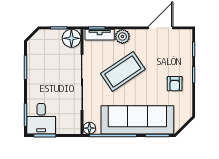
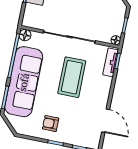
plant: (122, 36) -> (105, 83), removed
floor lamp: (71, 38) -> (116, 40), width x0.53, depth x0.53
coffee table: (123, 71) -> (72, 77), turned 34

